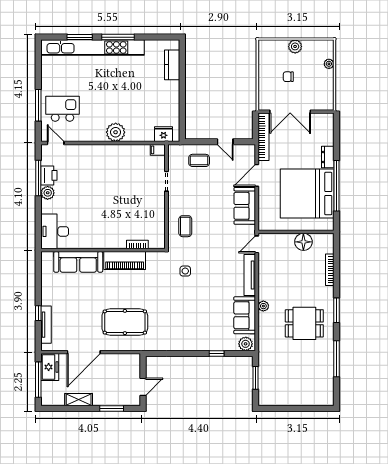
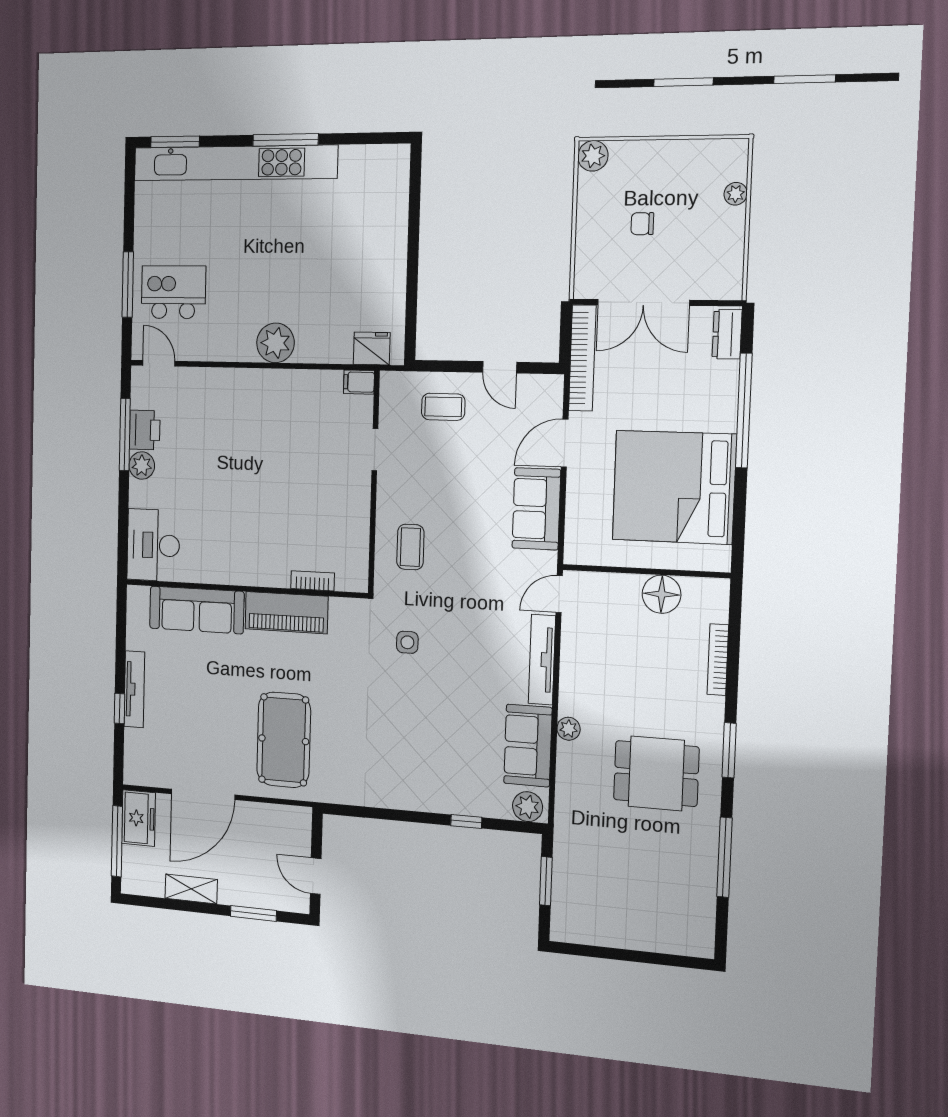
window: (80, 37) -> (175, 142), moved
plant: (295, 46) -> (593, 156), moved
kitchen counter: (172, 65) -> (394, 199), removed
dresser: (328, 157) -> (727, 334), moved
window: (336, 186) -> (744, 411), moved
pool table: (125, 322) -> (284, 740), turned 90
tv unit: (46, 325) -> (134, 689), moved
door: (143, 387) -> (316, 876), swing flipped

